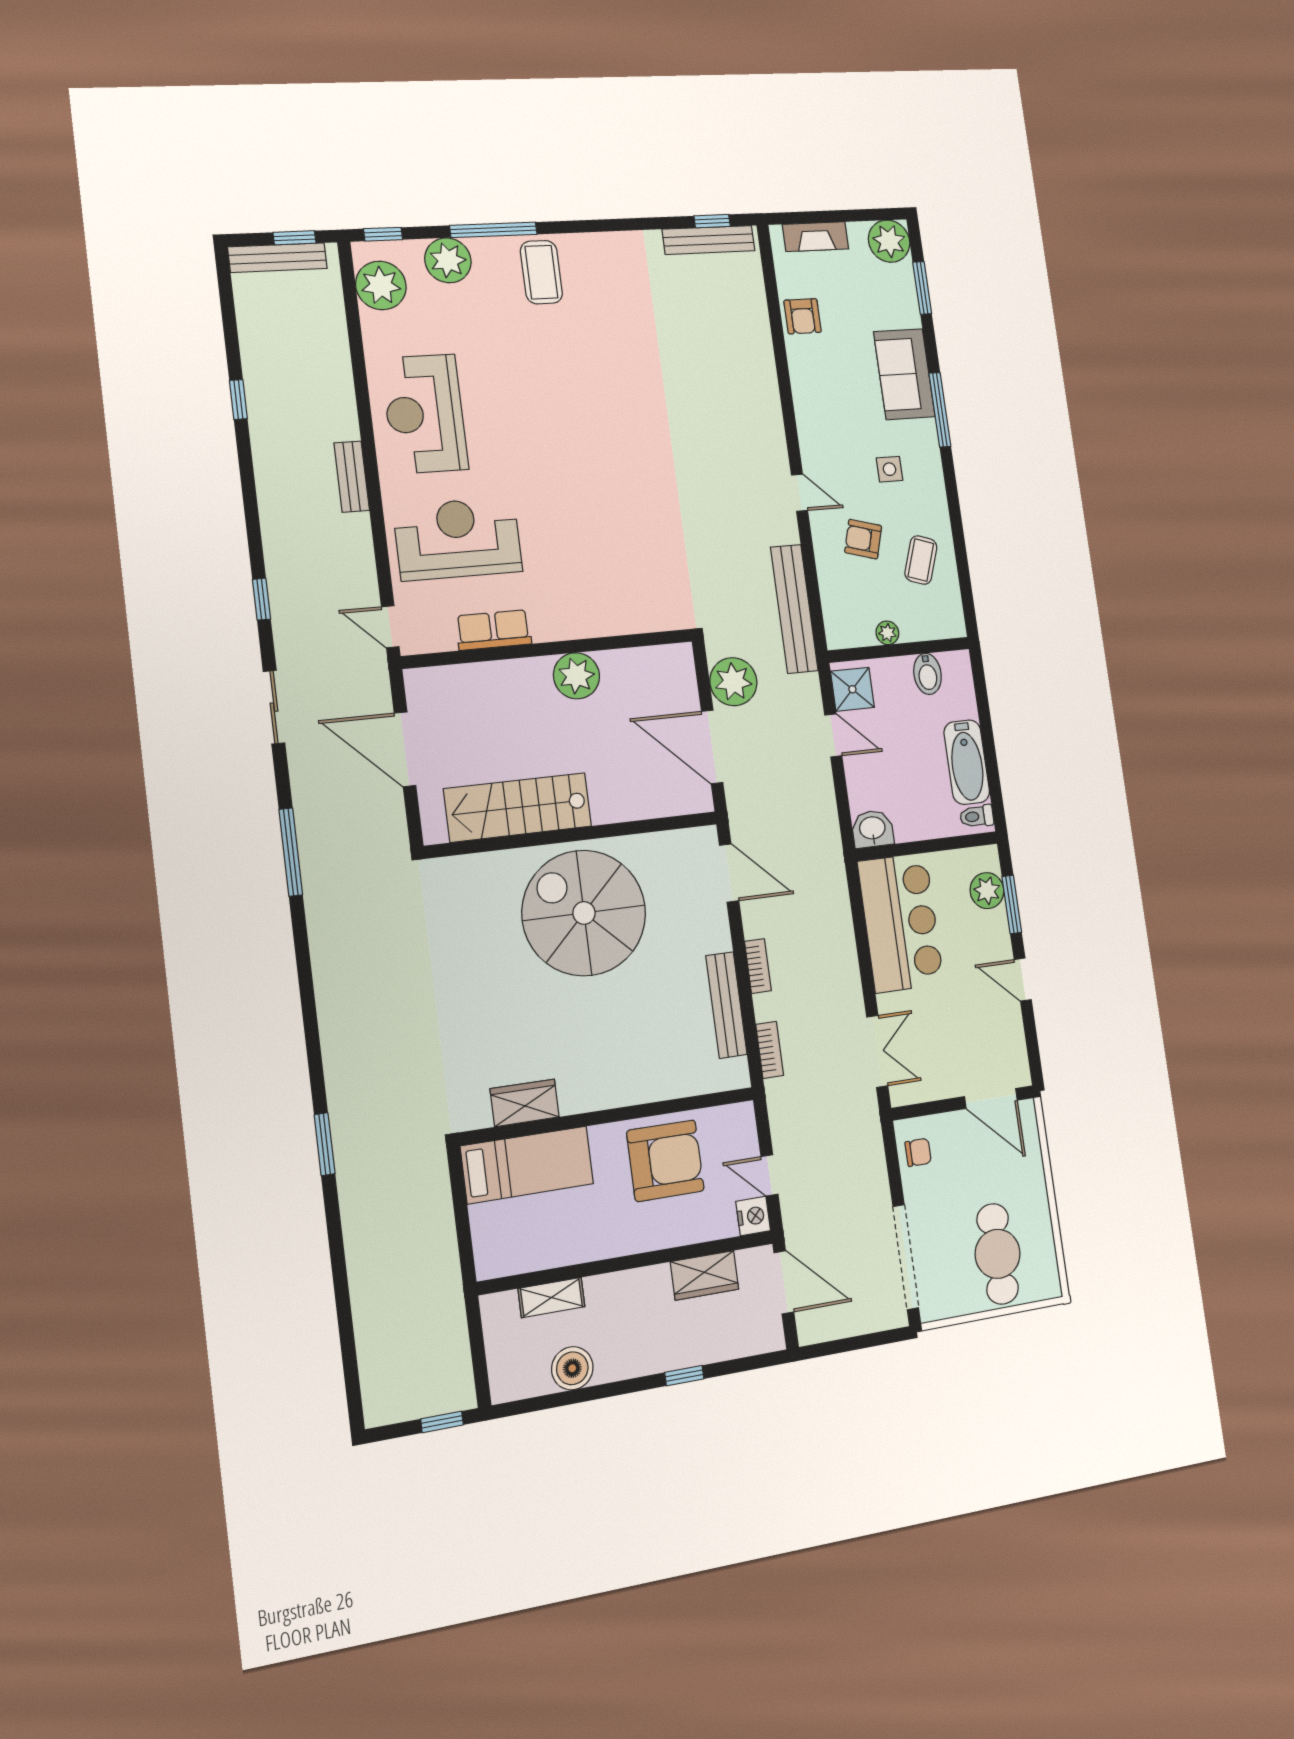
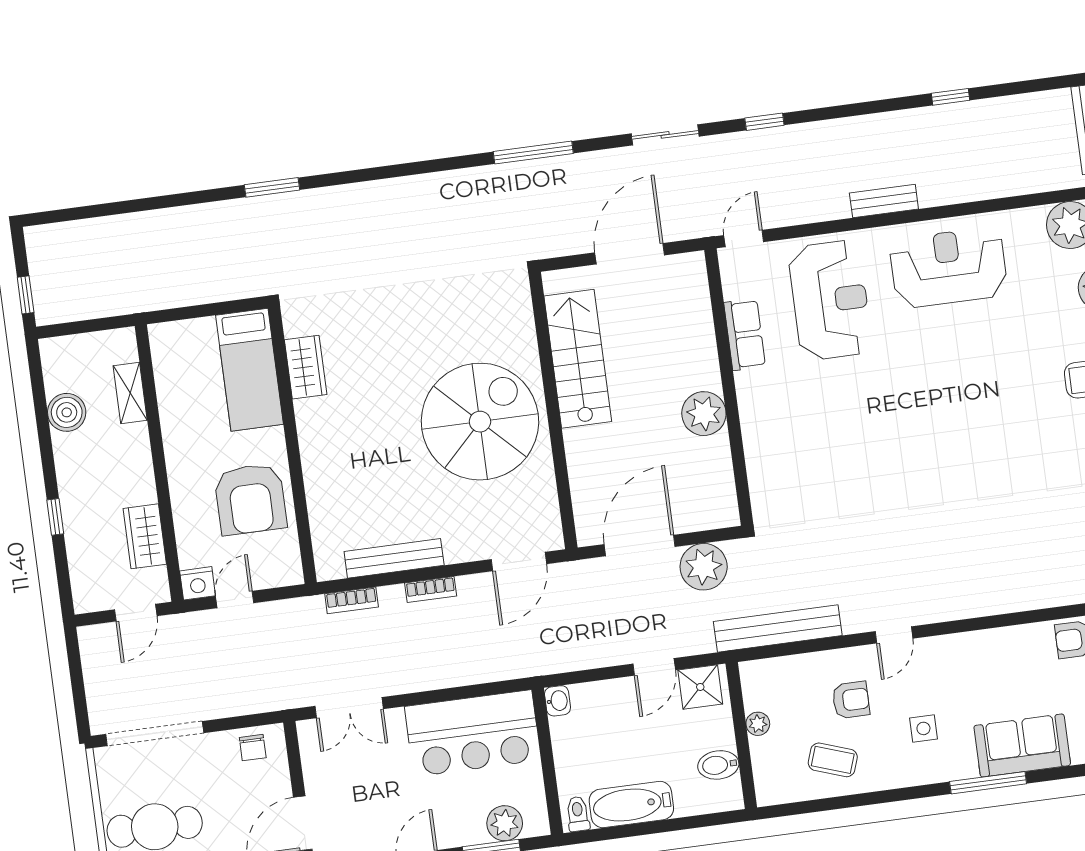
armchair: (863, 539) -> (851, 700), turned 74
washbasin: (872, 829) -> (558, 701), width x0.72, depth x0.69
door: (784, 1282) -> (136, 613), width x0.73

